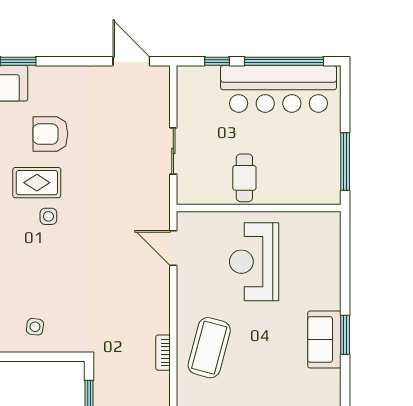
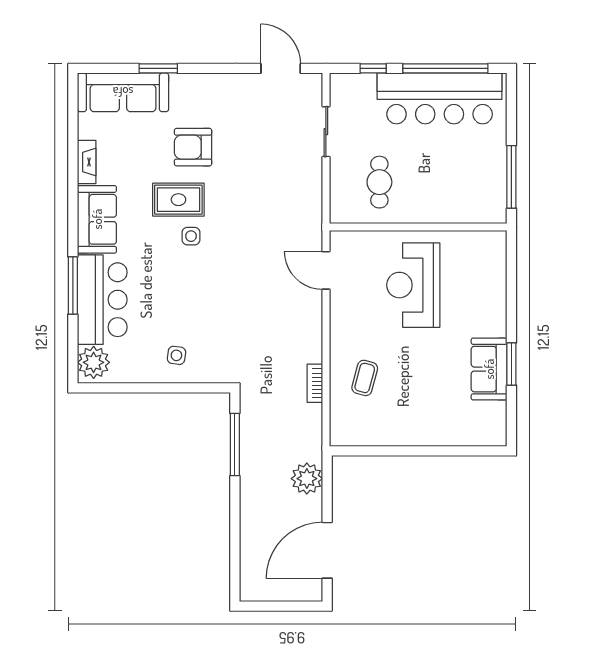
sliding door: (173, 151) -> (326, 132), moved
cafe table: (244, 178) -> (379, 182), moved
coffee table: (209, 348) -> (365, 378), width x0.54, depth x0.58

